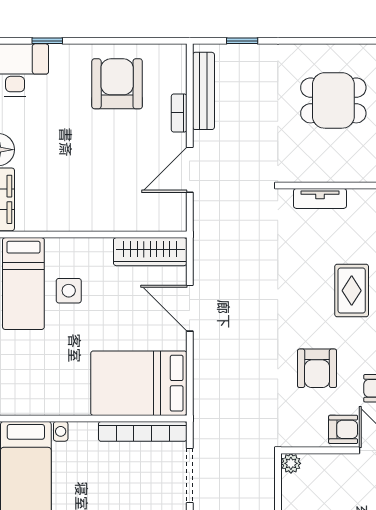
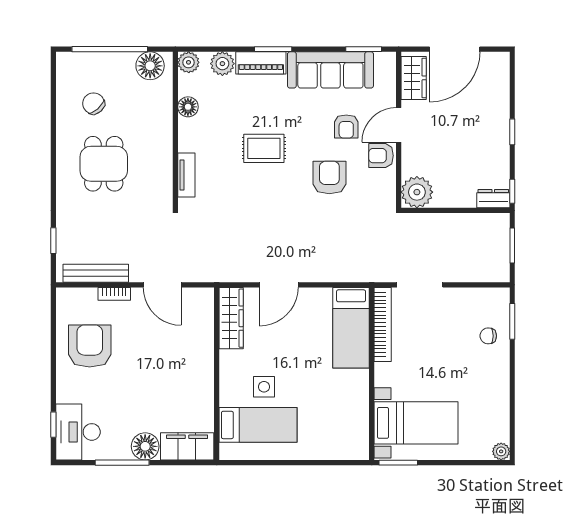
window: (47, 41) -> (53, 425), moved
armchair: (117, 84) -> (90, 346), turned 90
armchair: (317, 368) -> (329, 178), turned -90
bed: (139, 383) -> (351, 328), width x0.67
armchair: (343, 429) -> (381, 156), turned -90
plant: (291, 463) -> (417, 192), width x1.87, depth x1.87

